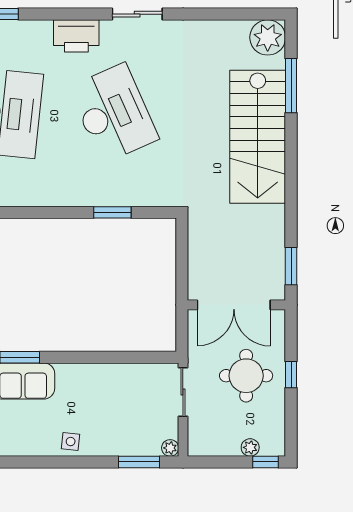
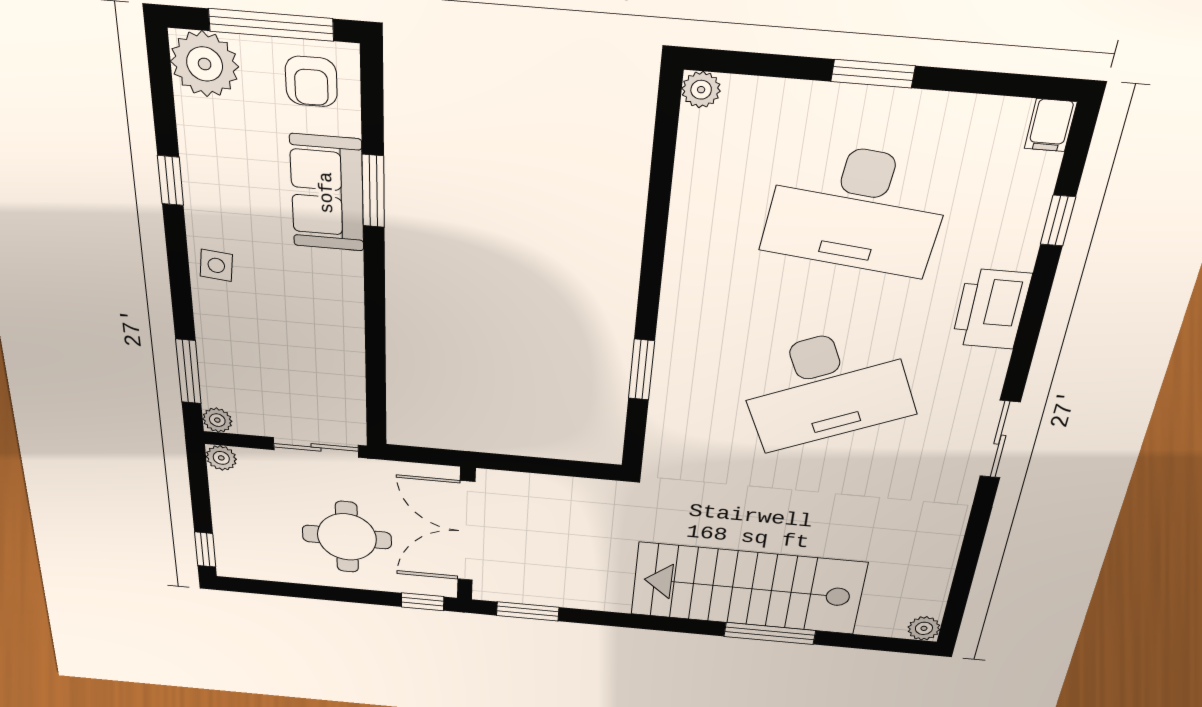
printer: (76, 36) -> (991, 309), moved
plant: (268, 37) -> (924, 628), width x0.53, depth x0.53
window: (291, 86) -> (770, 633), moved
window: (291, 375) -> (423, 602), moved
plant: (250, 447) -> (221, 458), moved
window: (23, 462) -> (170, 181), added

